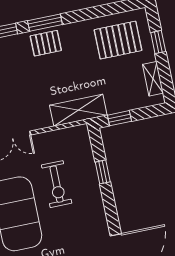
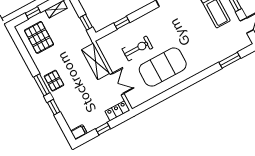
shelving: (78, 110) -> (96, 61), moved

